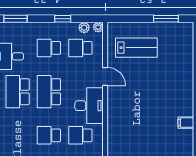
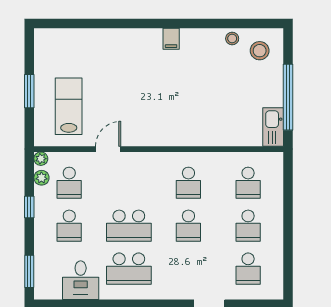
window: (166, 19) -> (29, 91), moved
desk: (89, 106) -> (148, 171), removed

